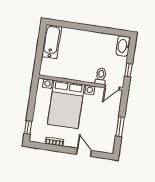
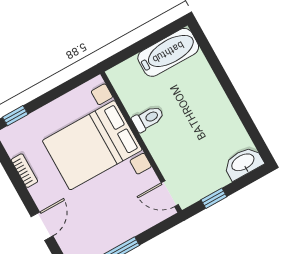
toilet: (101, 76) -> (148, 119), moved

